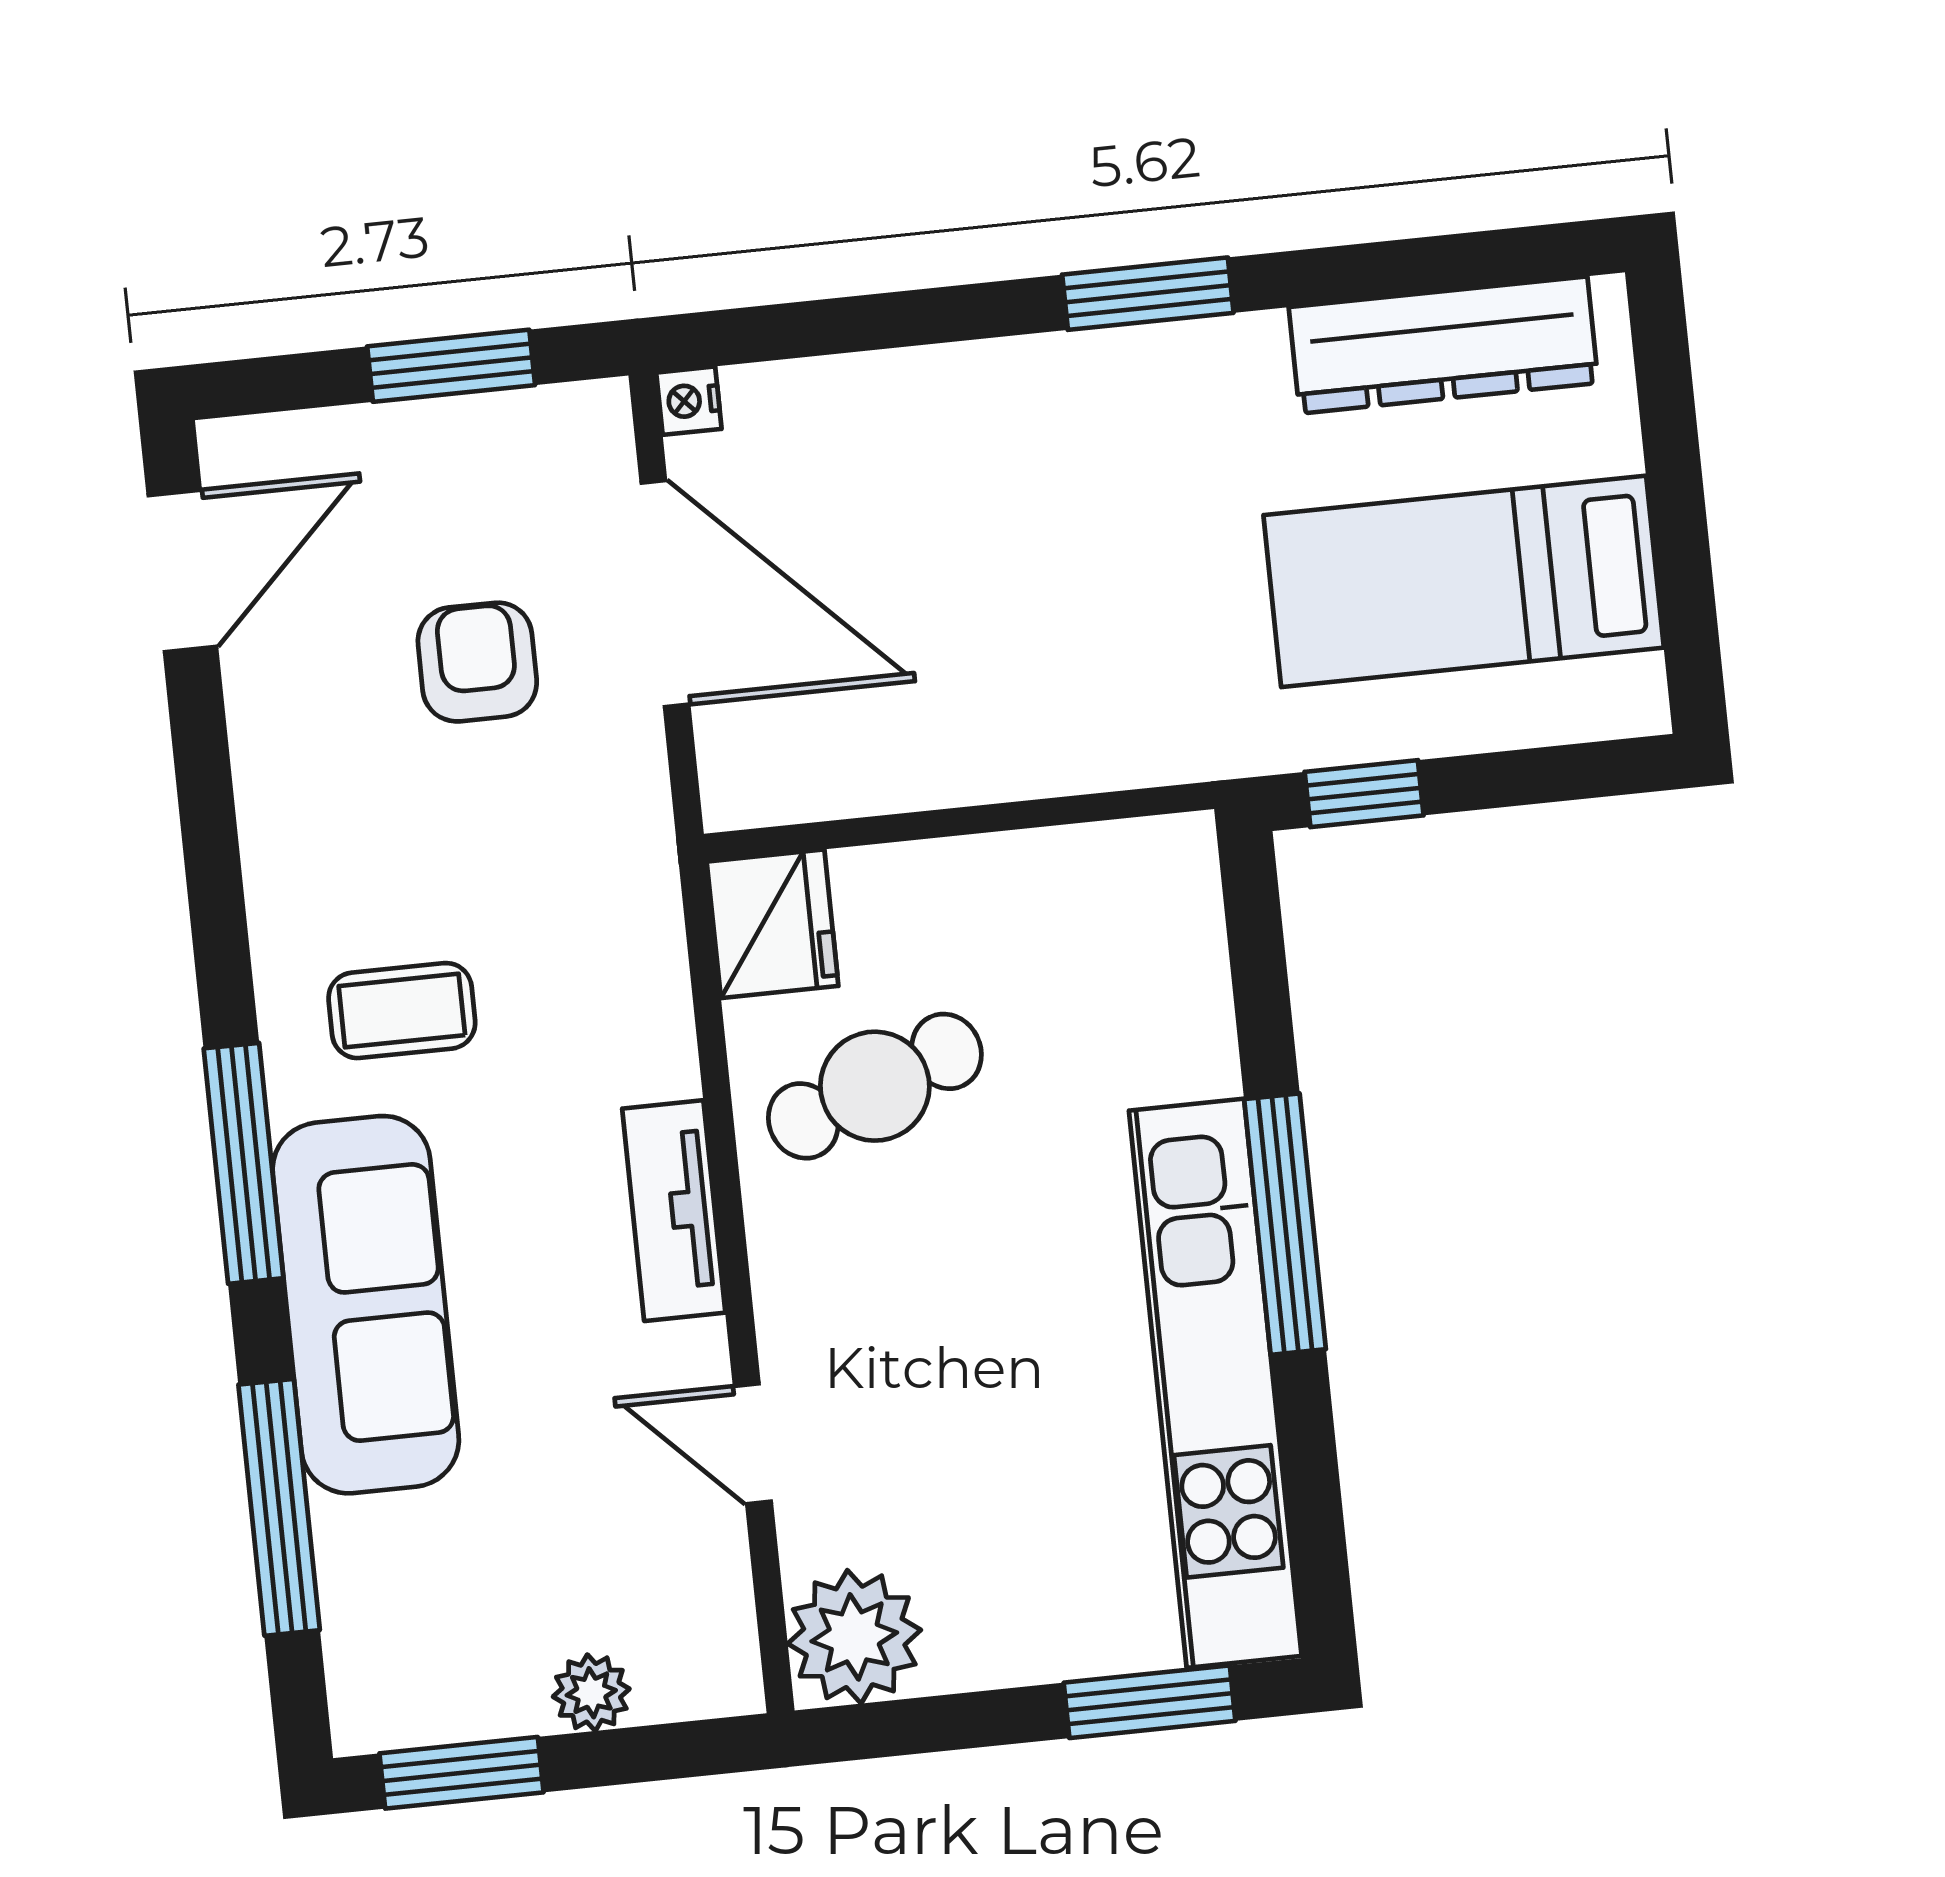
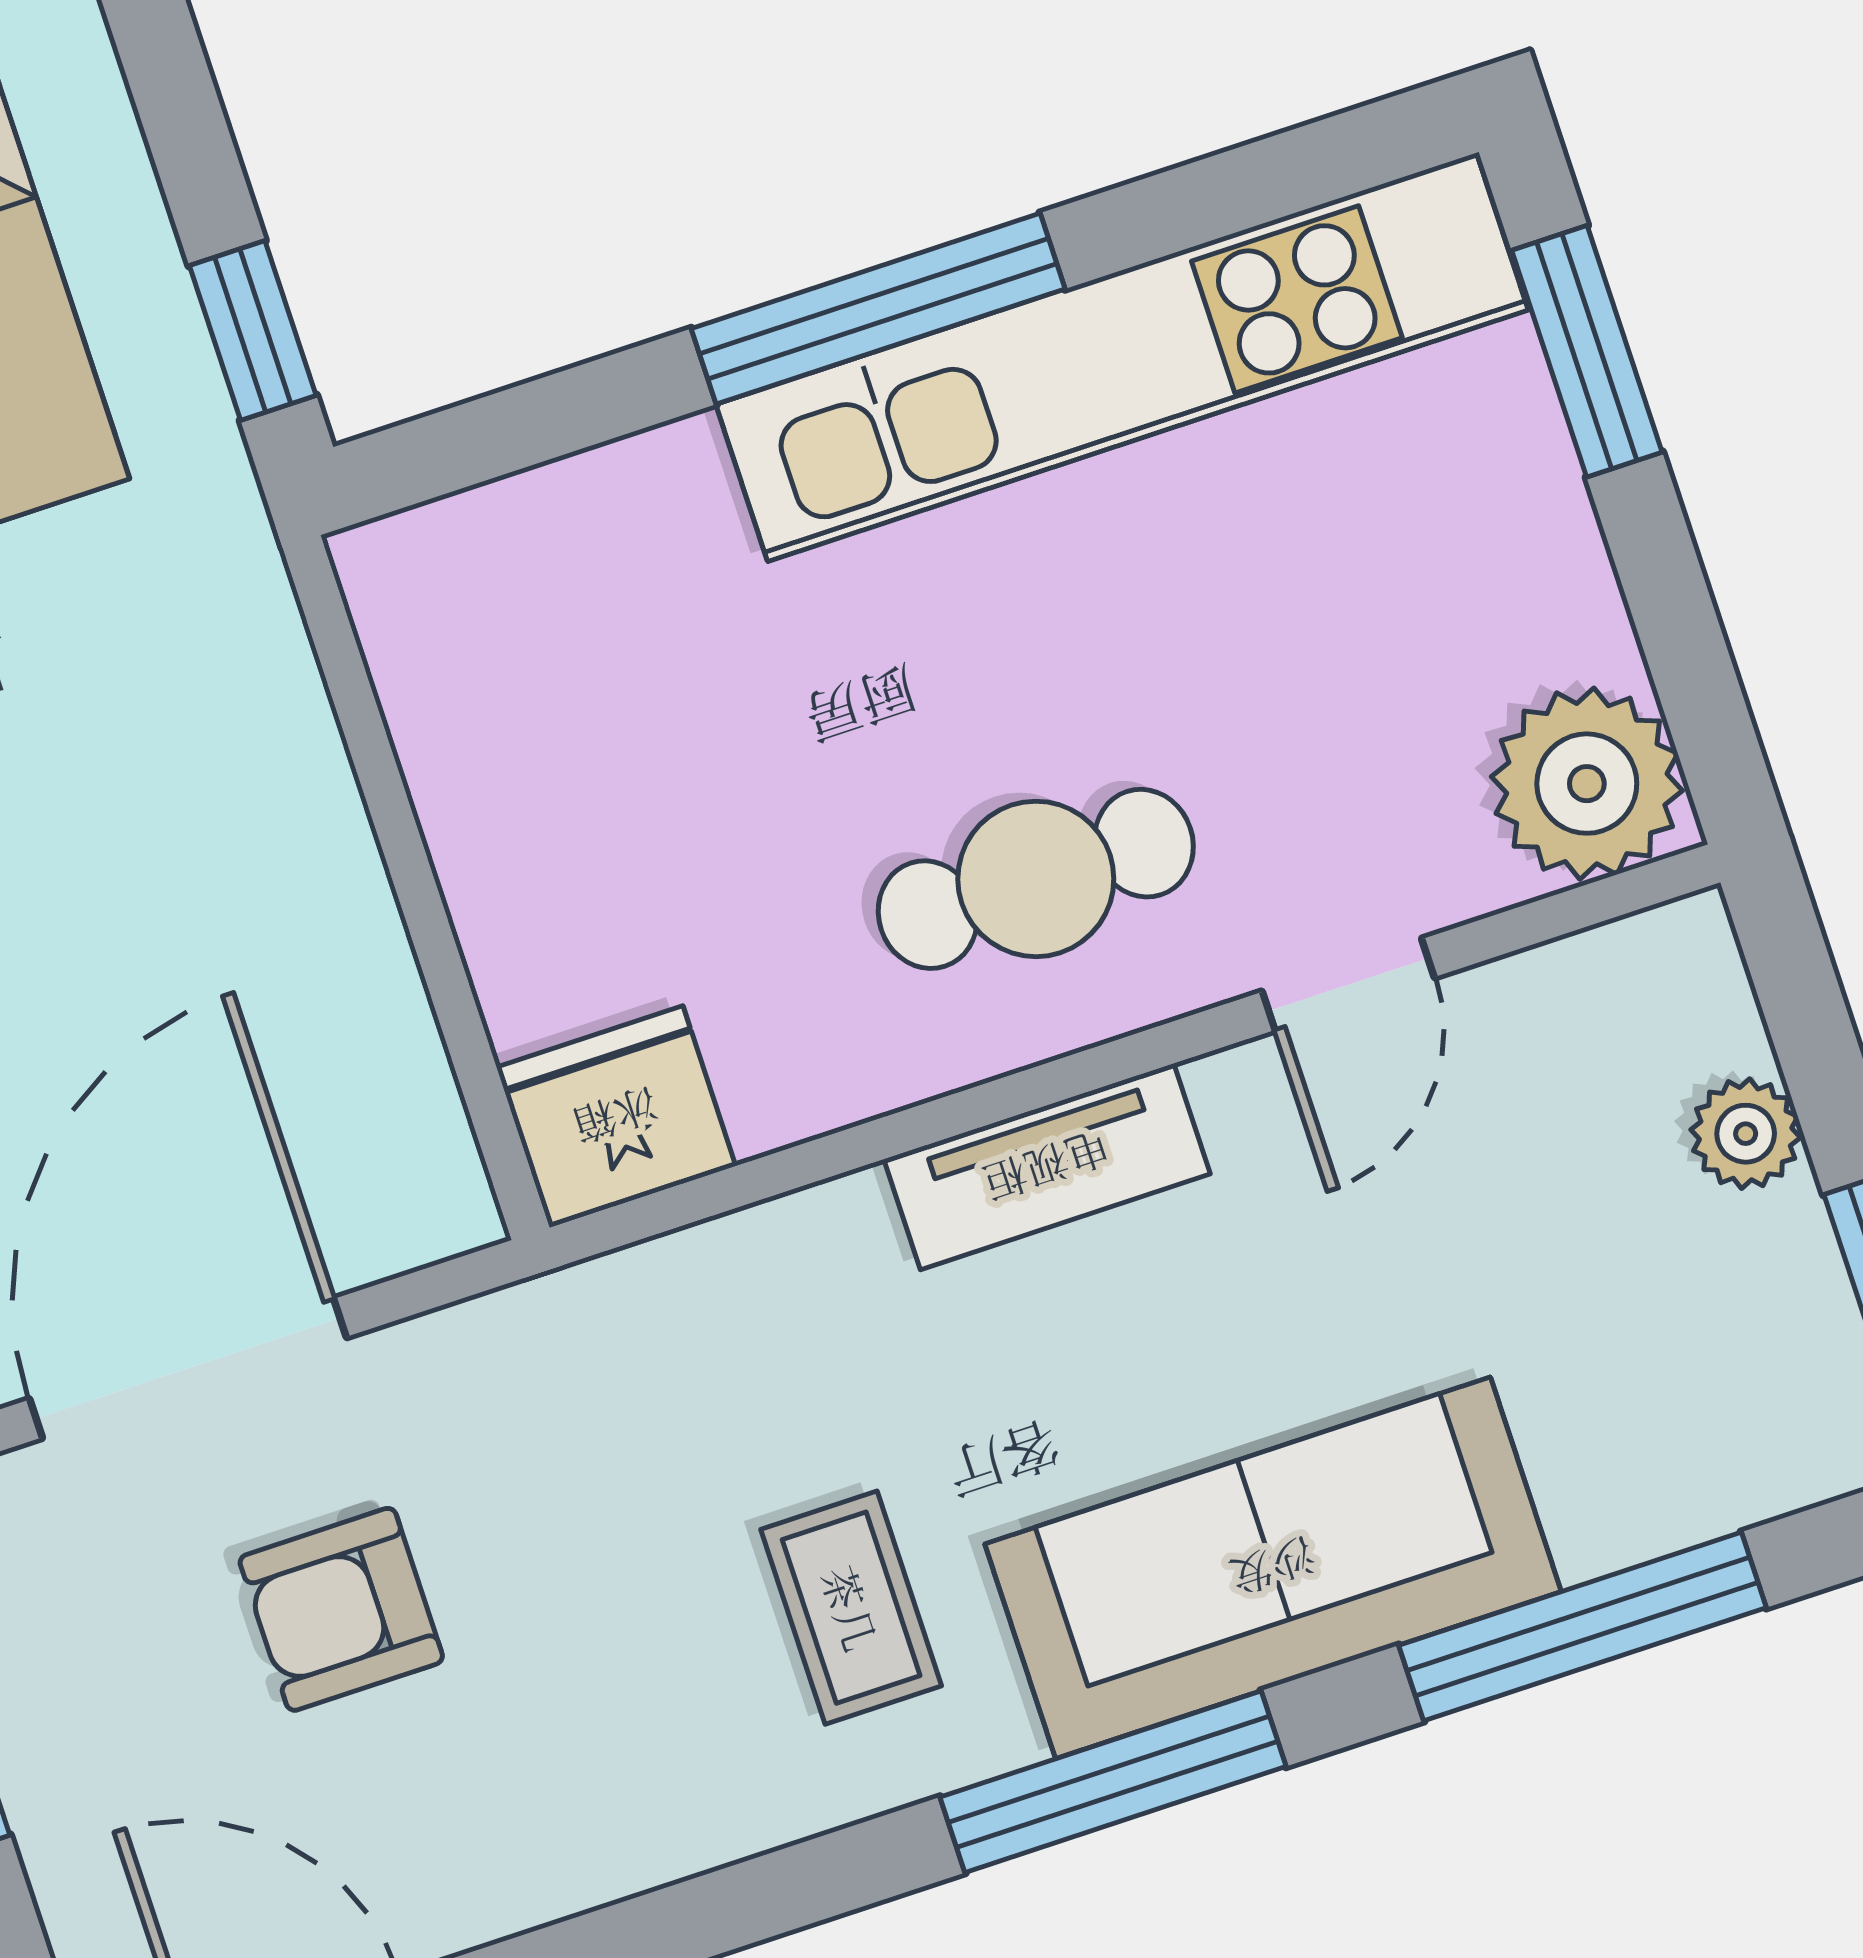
cafe table: (875, 1086) -> (1036, 879), moved, turned -70

